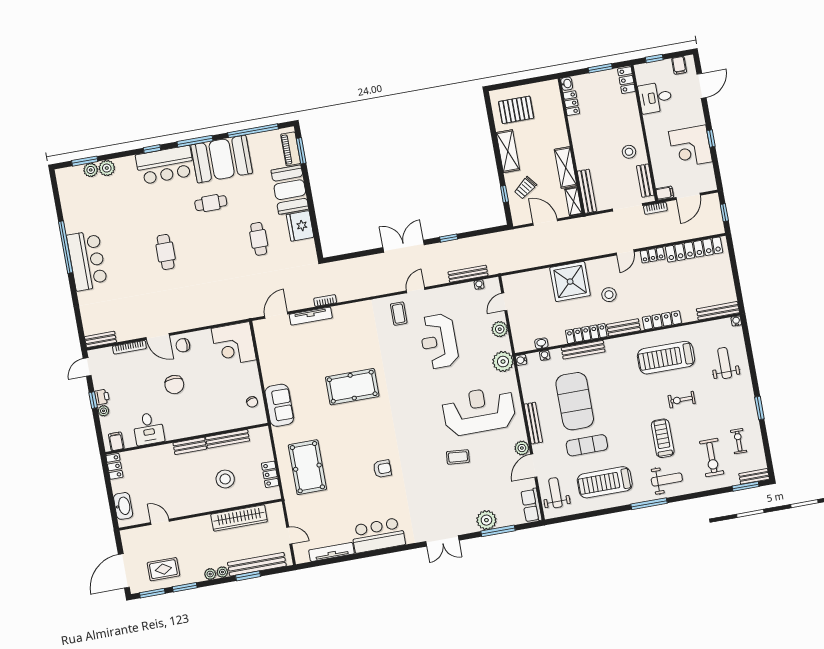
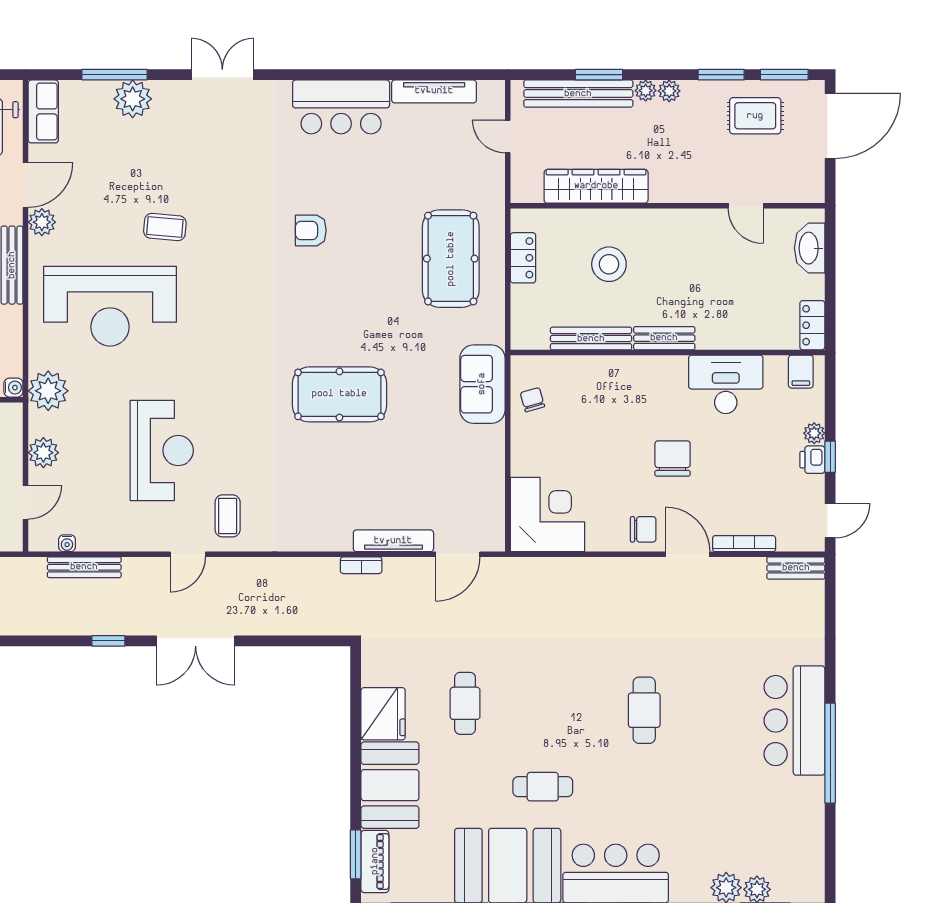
desk: (148, 429) -> (726, 384), width x1.37

